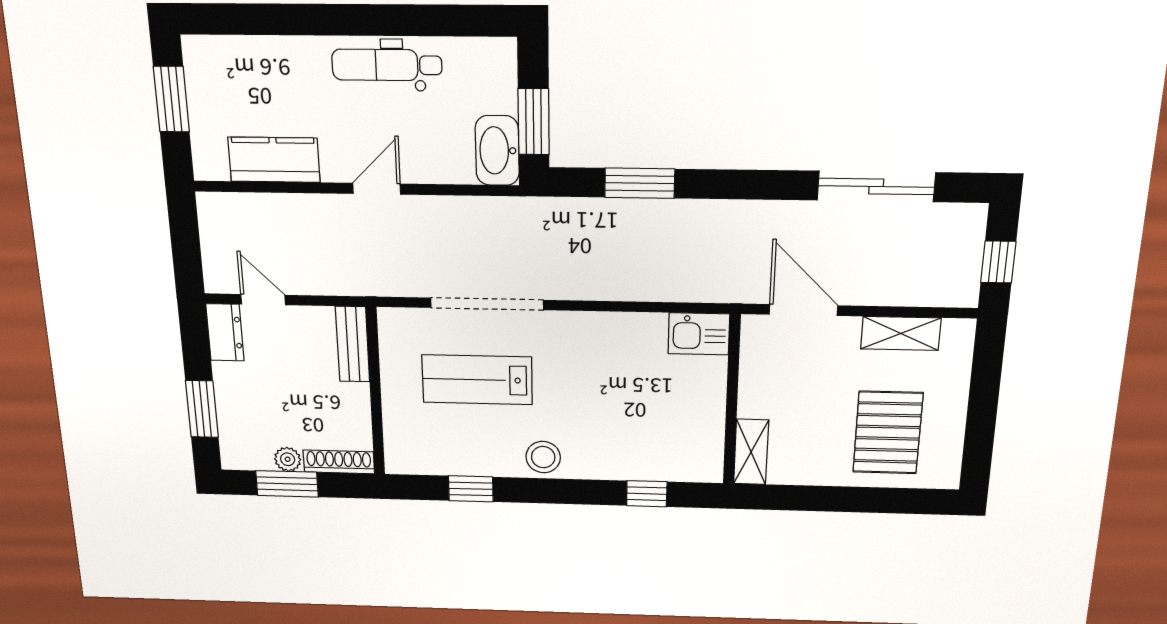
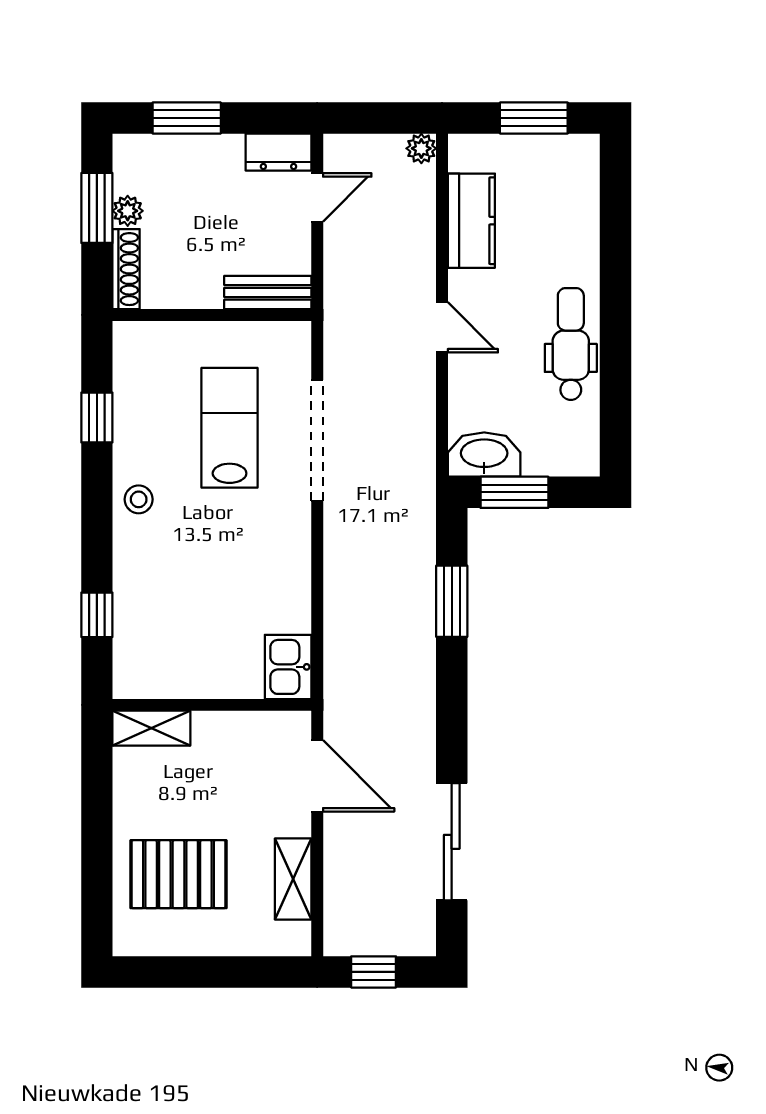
plant: (210, 205) -> (421, 148), added
door: (803, 310) -> (317, 776), hinge flipped
stool: (543, 457) -> (139, 499), width x0.73, depth x0.73

